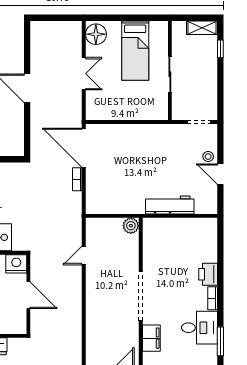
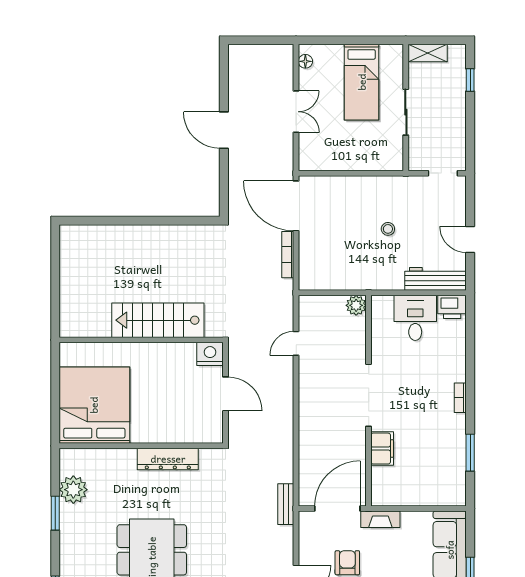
shelving: (202, 28) -> (428, 53), moved
floor lamp: (96, 34) -> (305, 61), width x0.53, depth x0.53
stool: (208, 157) -> (388, 229), moved
bookcase: (77, 179) -> (288, 255), width x1.56
workbench: (170, 205) -> (436, 279), moved
printer: (208, 274) -> (452, 307), moved, turned -90
desk: (199, 328) -> (415, 318), moved, turned -90

